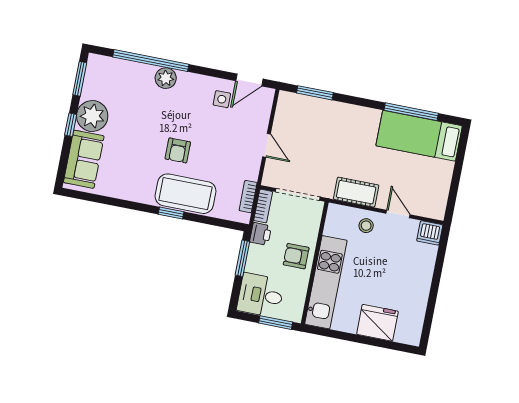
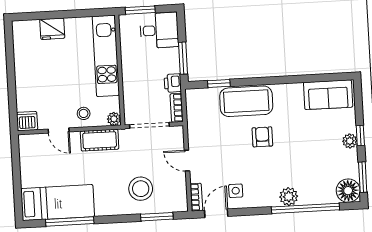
floor lamp: (99, 68) -> (348, 191), added
plant: (92, 116) -> (350, 141), width x0.53, depth x0.53
stool: (325, 128) -> (141, 189), added
sofa: (84, 159) -> (328, 95), moved, turned -90
bookcase: (248, 197) -> (196, 197), moved
plant: (335, 211) -> (114, 119), added
window: (171, 213) -> (219, 83), moved
armchair: (296, 256) -> (137, 72), removed
fridge: (377, 323) -> (52, 29), width x0.73, depth x0.75

